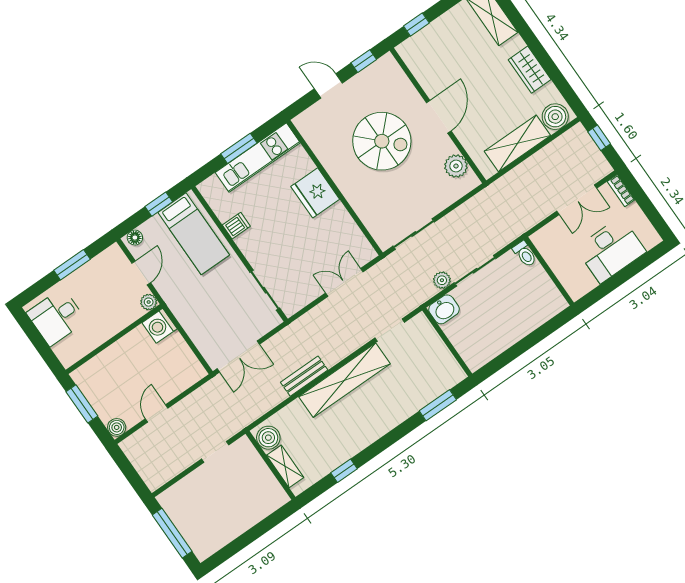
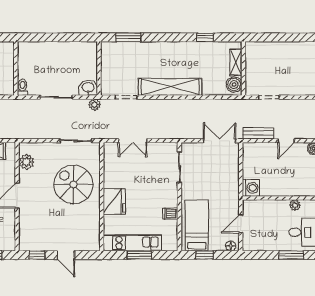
spiral stairs: (382, 141) -> (73, 184), moved
window: (72, 265) -> (291, 255), moved
plant: (442, 280) -> (95, 105), moved
plant: (149, 302) -> (295, 205), moved
bench: (304, 376) -> (258, 133), moved

